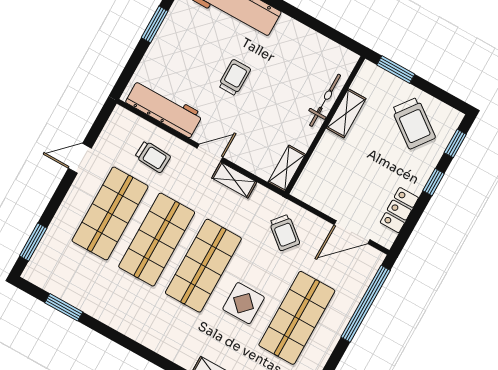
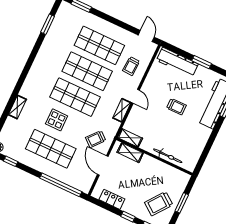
window: (396, 70) -> (182, 203), moved
workbench: (164, 108) -> (177, 62), moved, turned 90
shelving: (346, 113) -> (130, 153), moved
door: (80, 158) -> (146, 36), moved
door: (352, 232) -> (103, 165), moved

